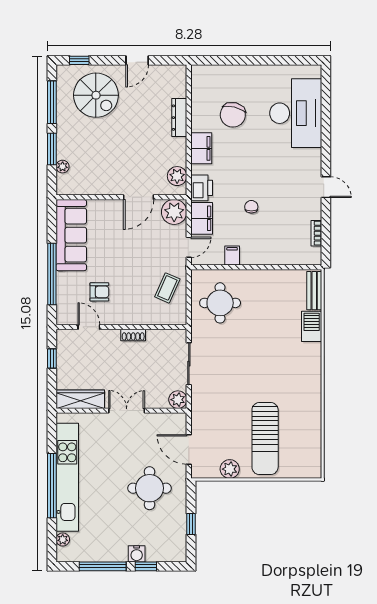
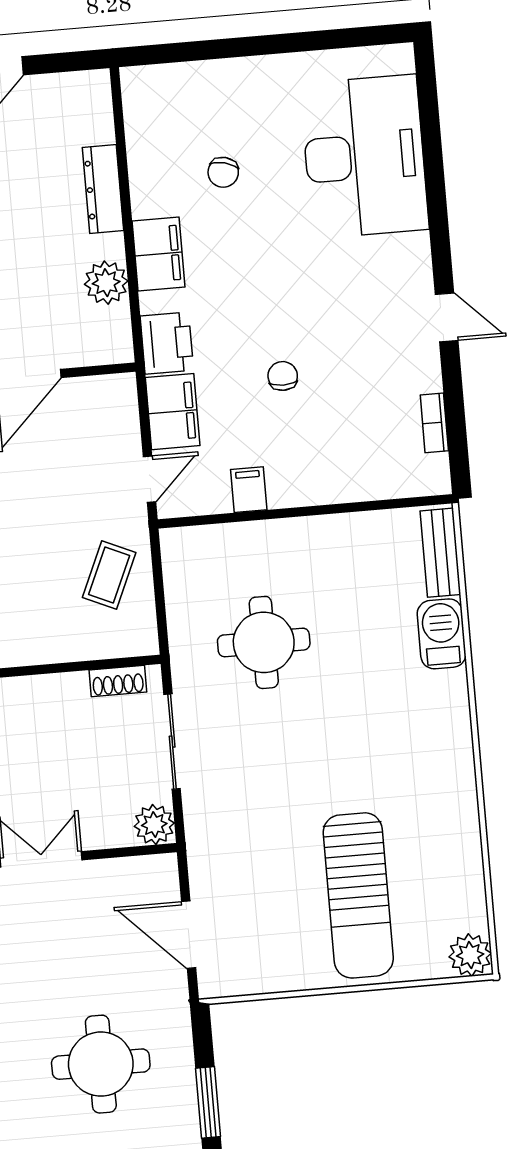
chair: (233, 115) -> (223, 172), width x0.54, depth x0.54
plant: (177, 176) -> (106, 283), moved
plant: (174, 212) -> (110, 403), removed
round table: (220, 303) -> (264, 642), moved
shoe rack: (133, 335) -> (118, 681), moved
plant: (230, 469) -> (470, 955), moved
round table: (150, 488) -> (101, 1064), moved
window: (191, 524) -> (208, 1102), width x1.50

